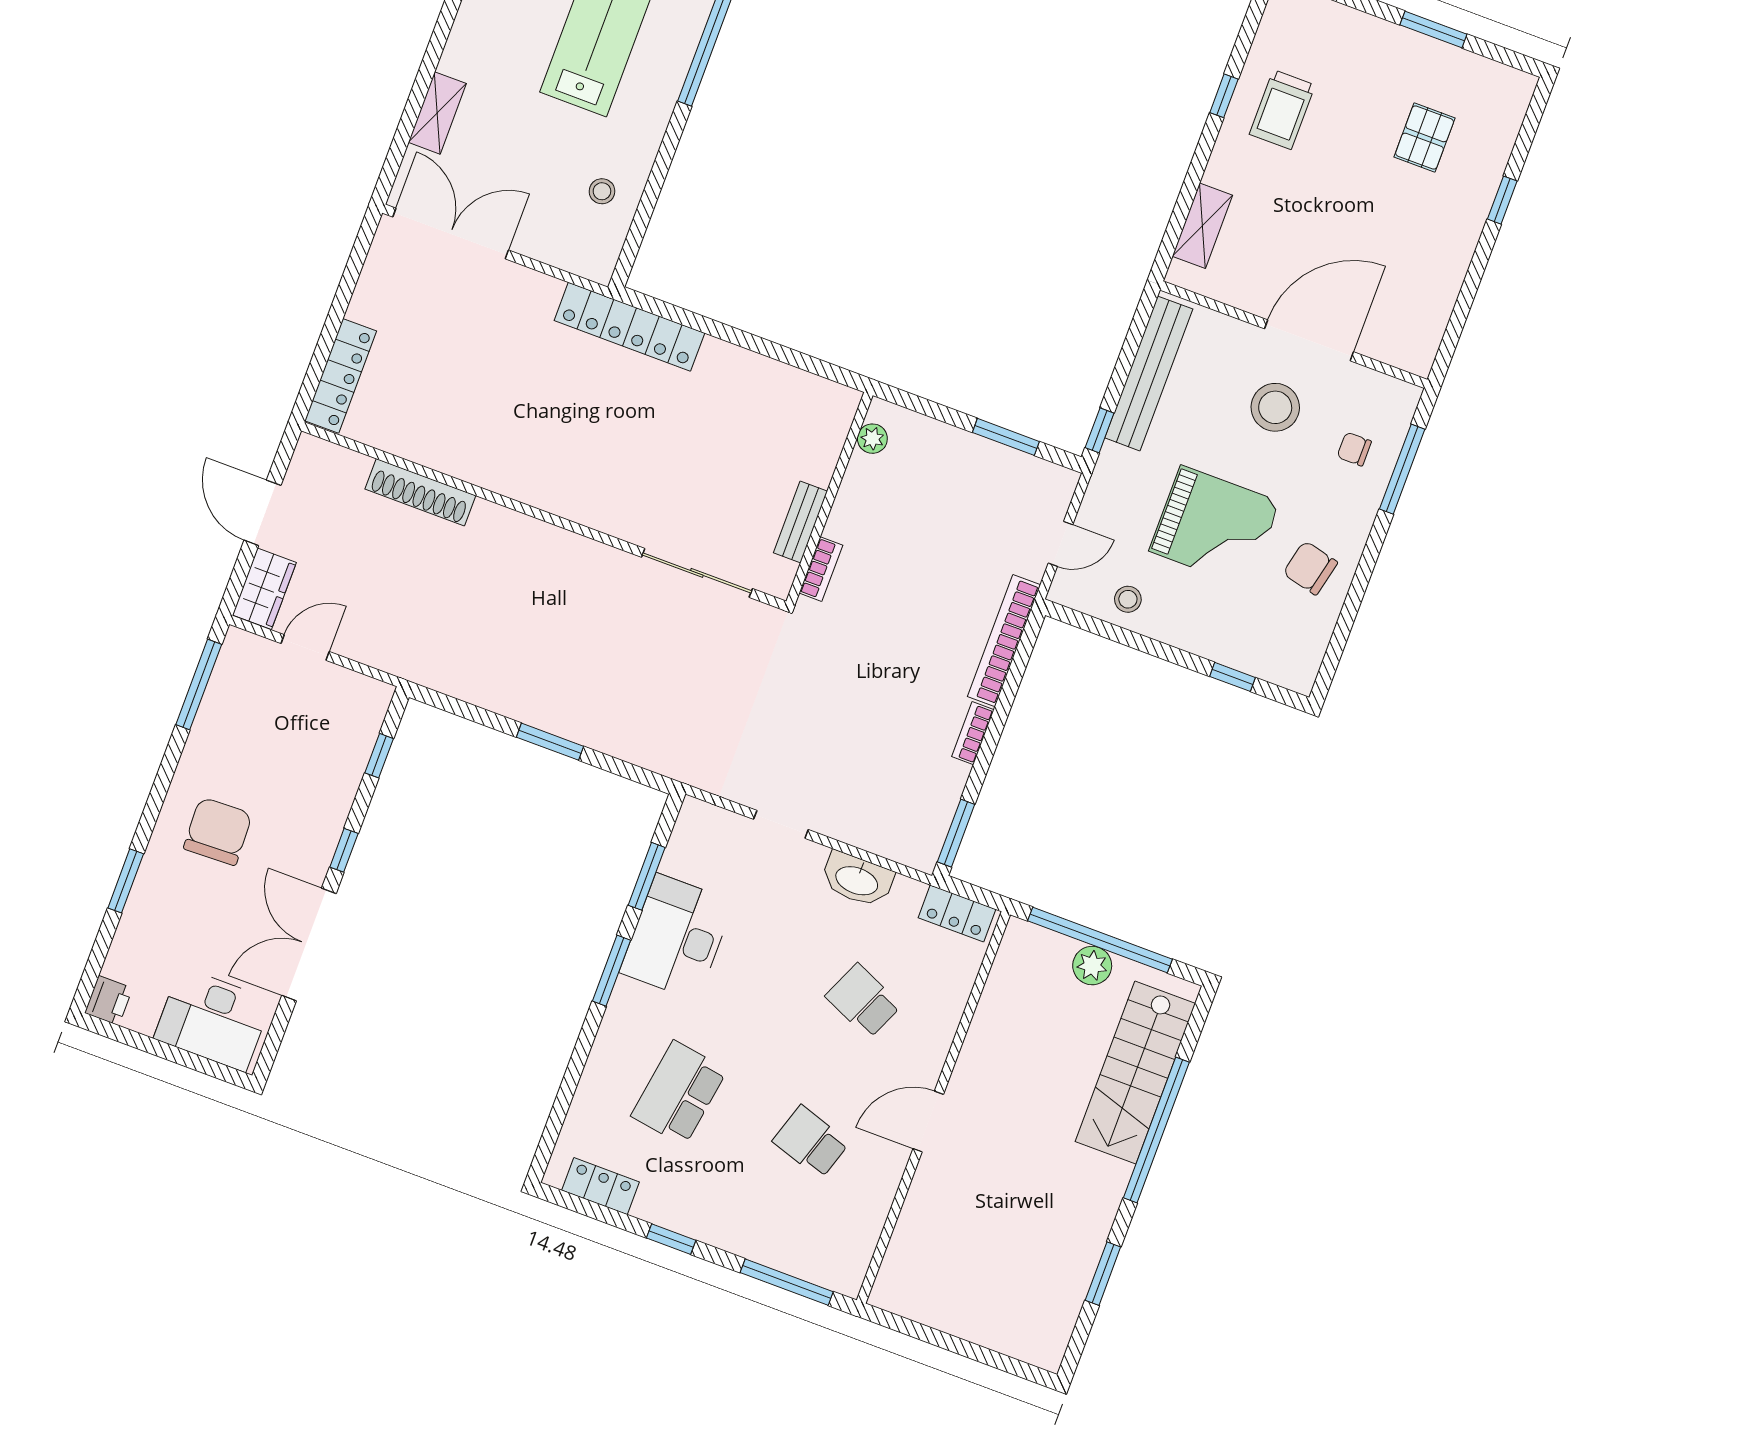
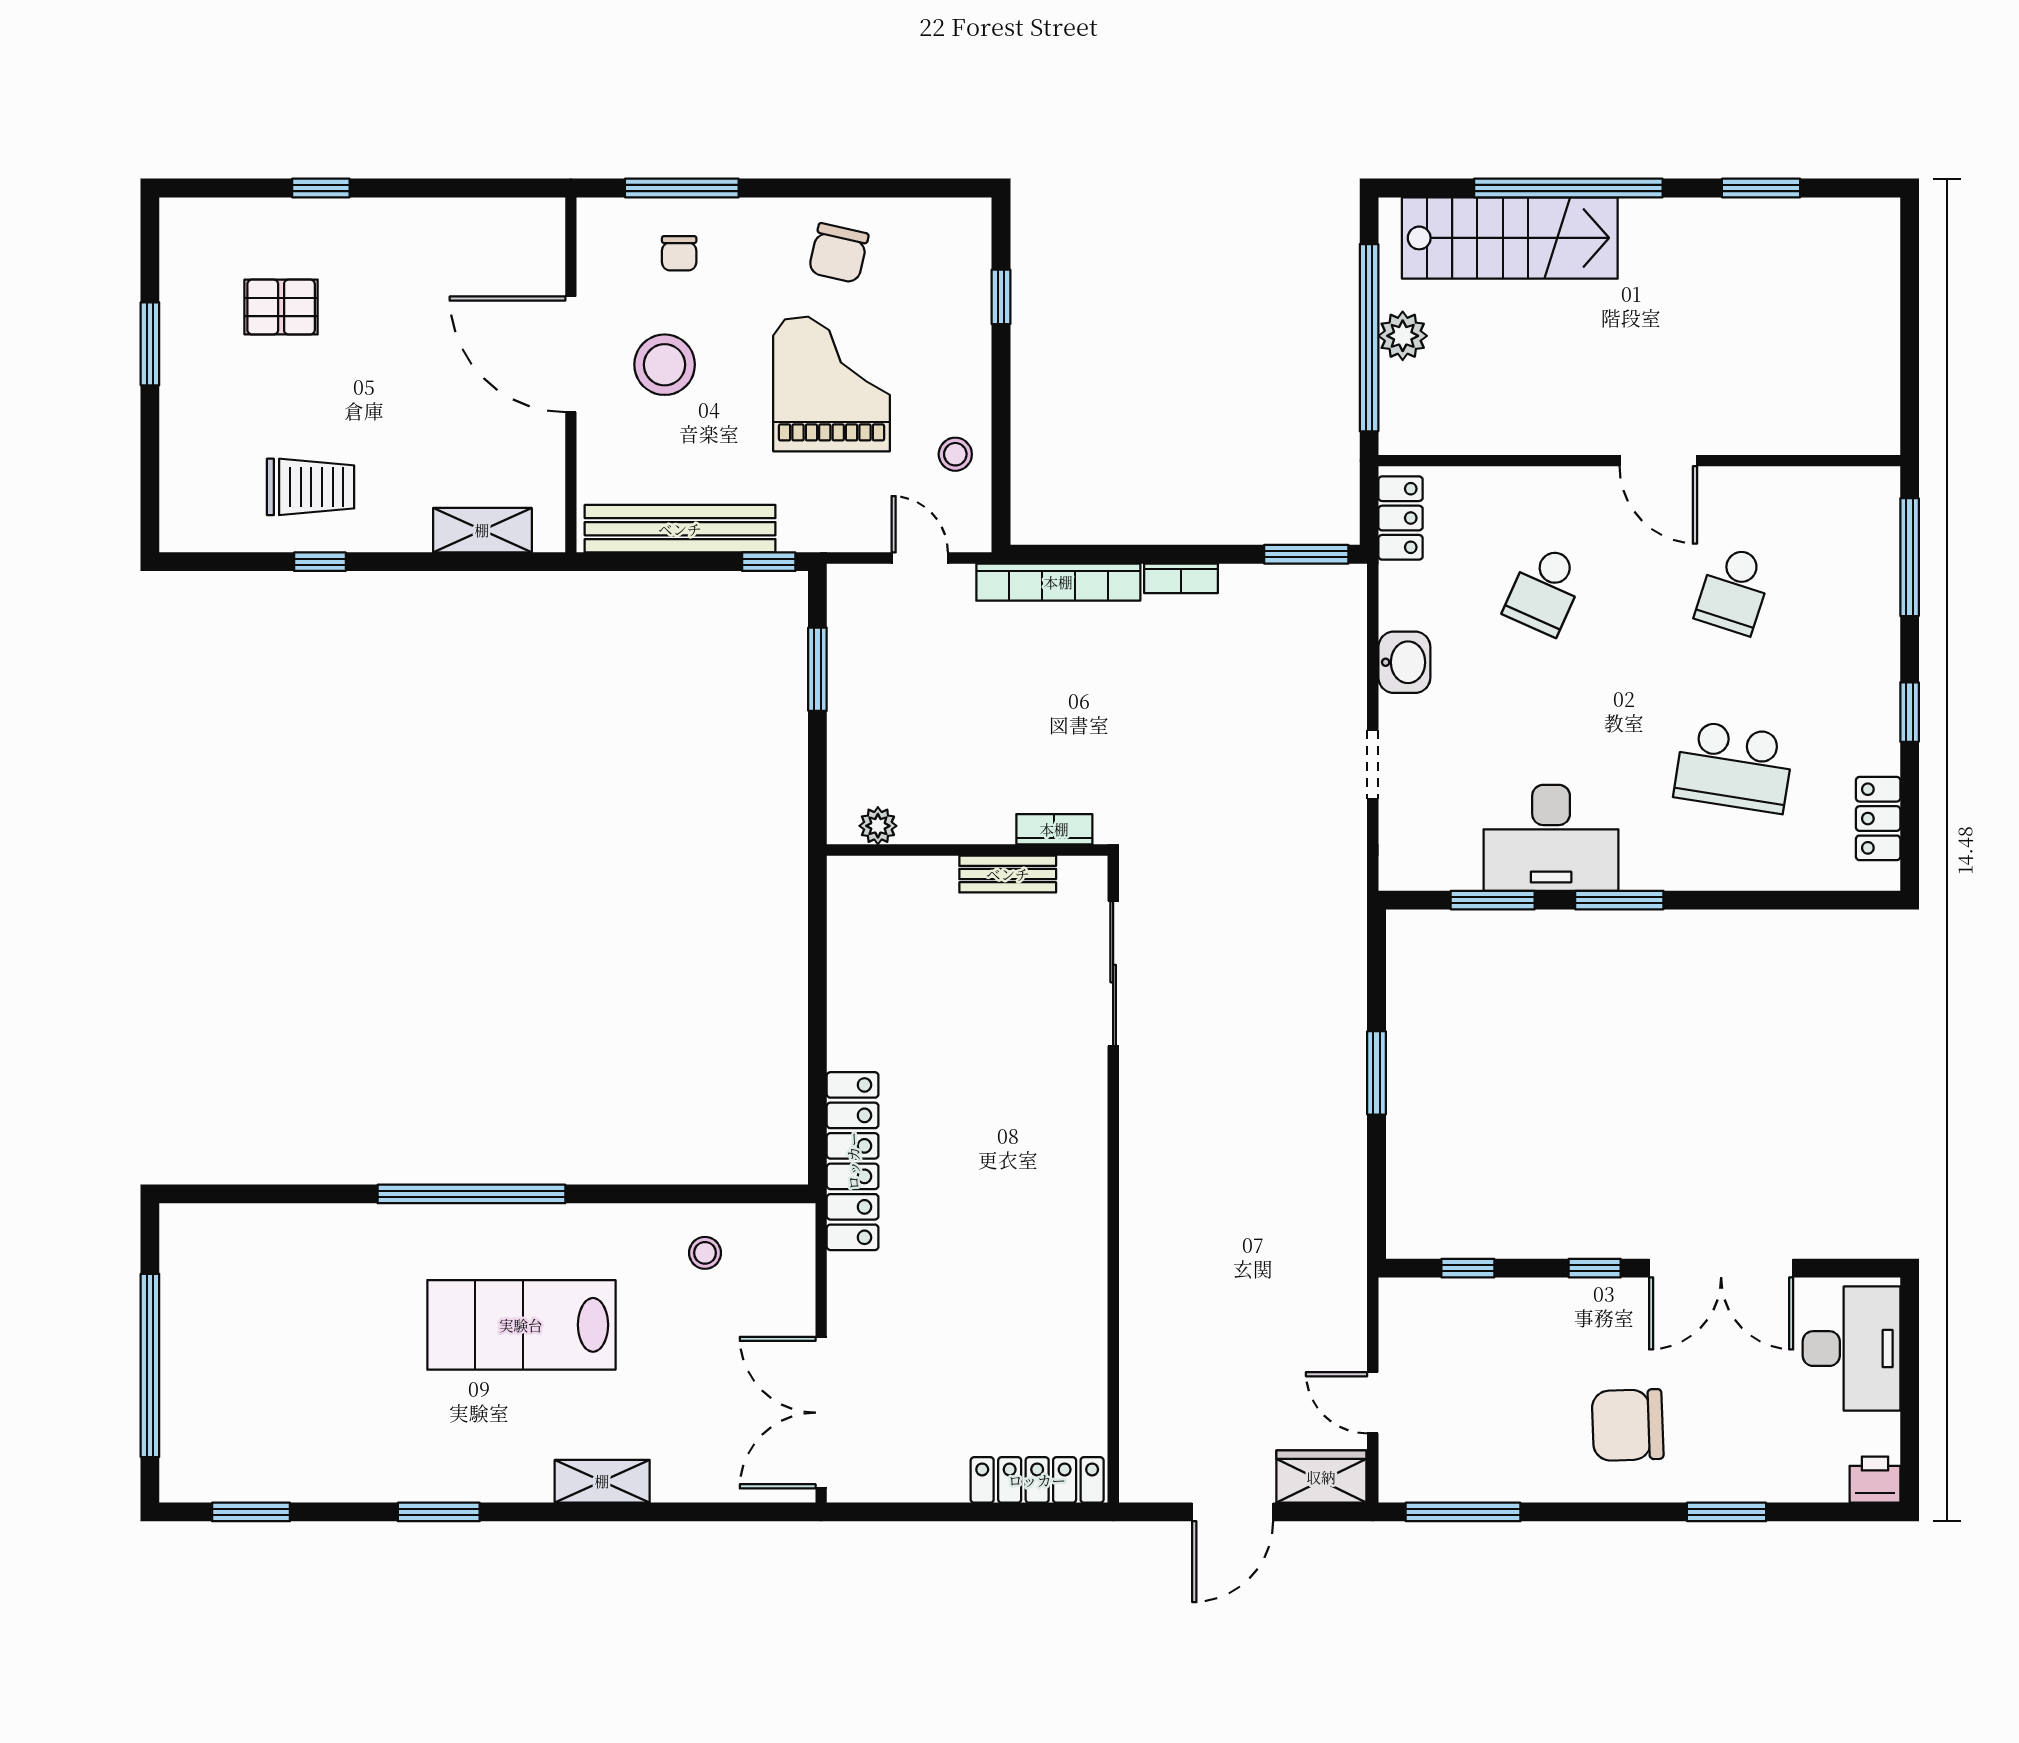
shelving: (437, 113) -> (602, 1481), moved
shoe rack: (420, 492) -> (1139, 1335), removed
washbasin: (857, 880) -> (1404, 662), width x0.72

